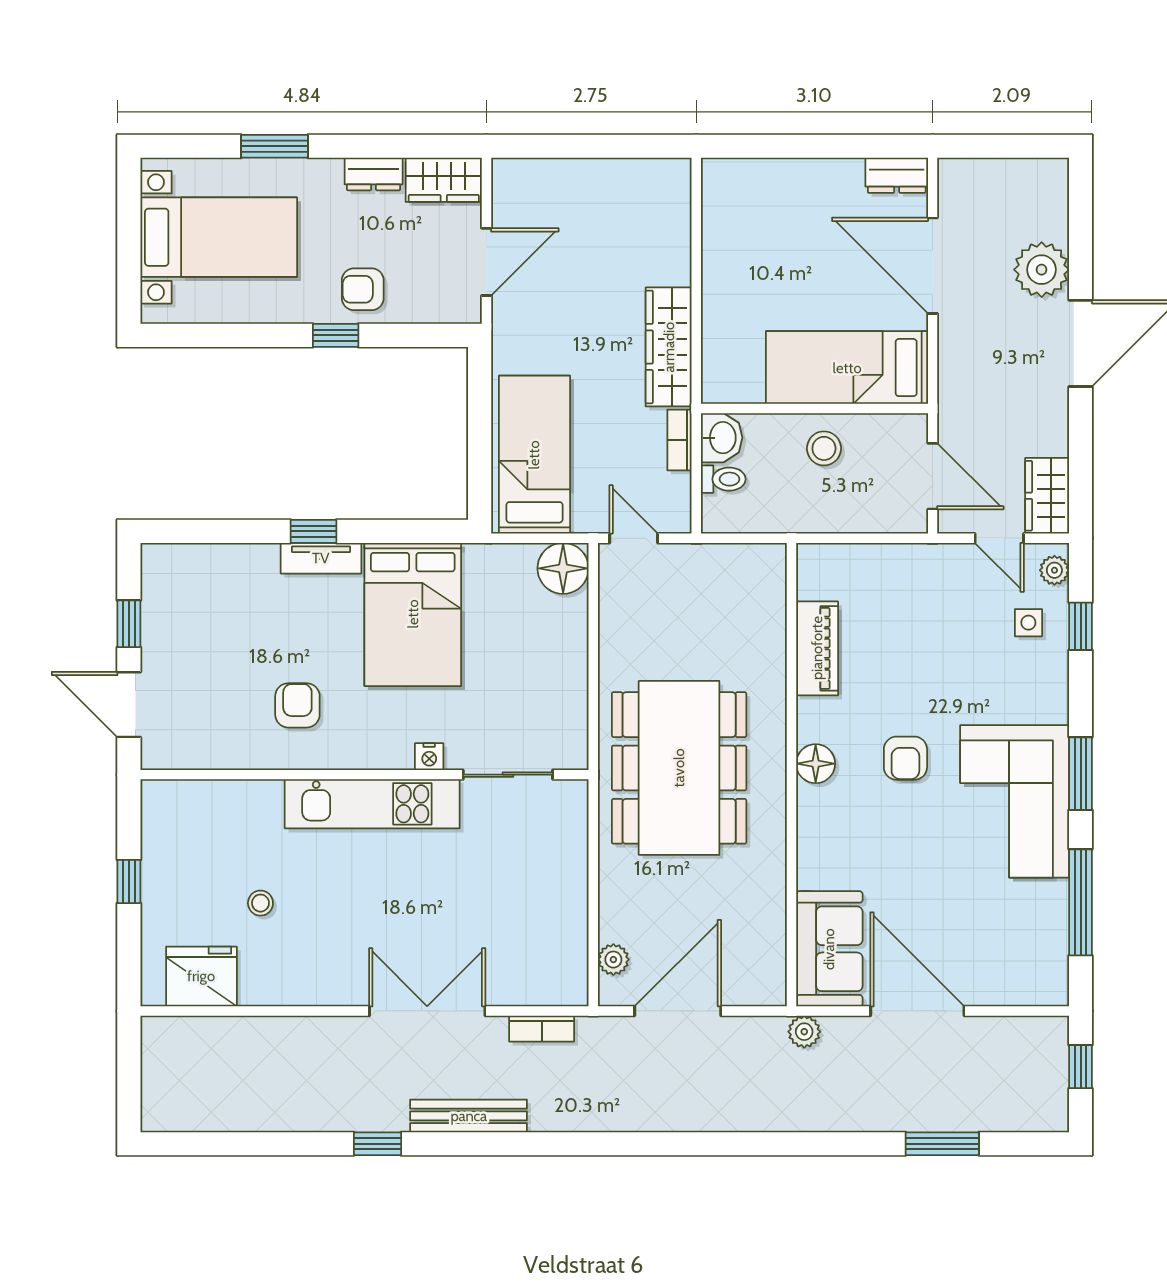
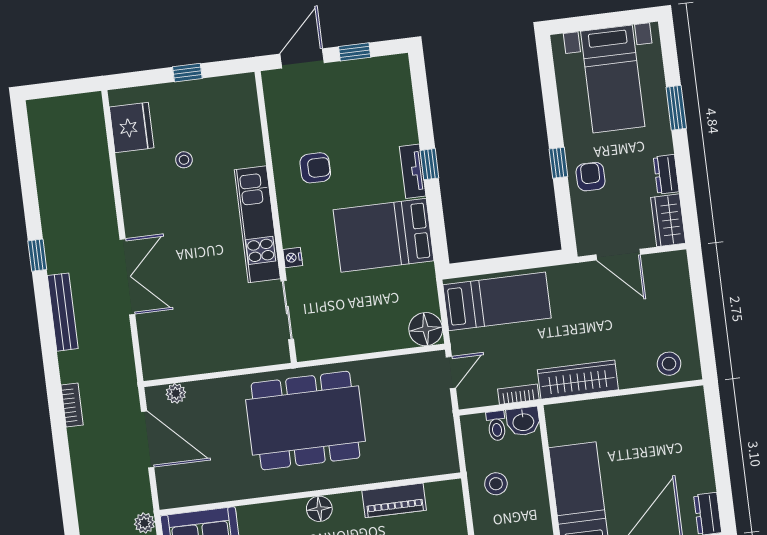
stool: (662, 206) -> (669, 364), added
stool: (824, 448) -> (496, 484), moved
bookcase: (542, 1029) -> (72, 405), moved, turned 180

